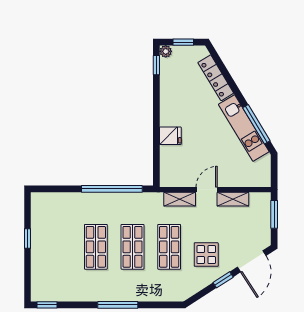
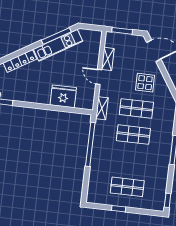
fridge: (170, 136) -> (63, 96), width x1.88, depth x1.34
shelving: (180, 199) -> (102, 108), moved
shop shelf: (96, 247) -> (127, 187), moved
window: (223, 280) -> (164, 73), removed

